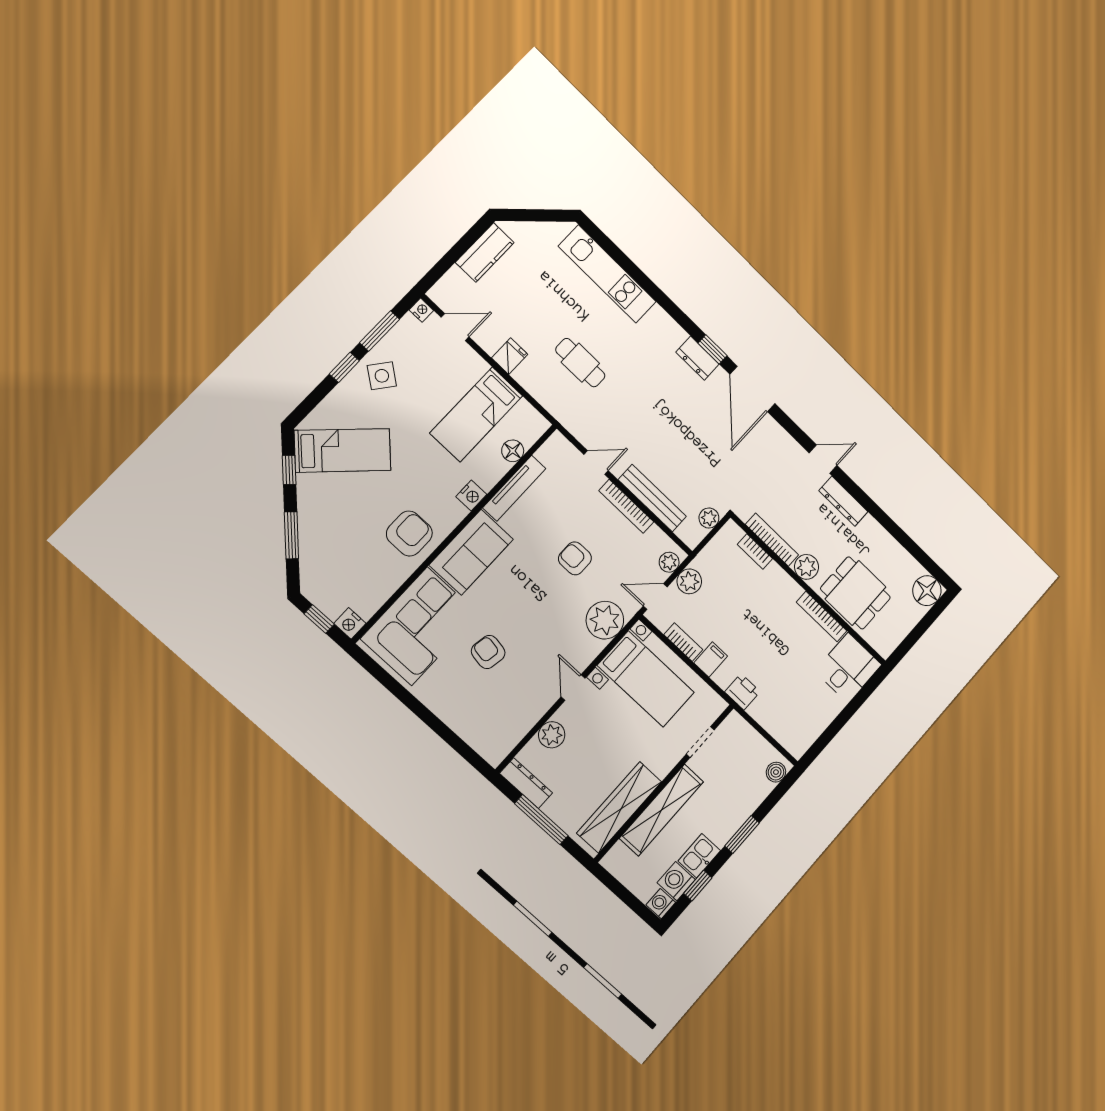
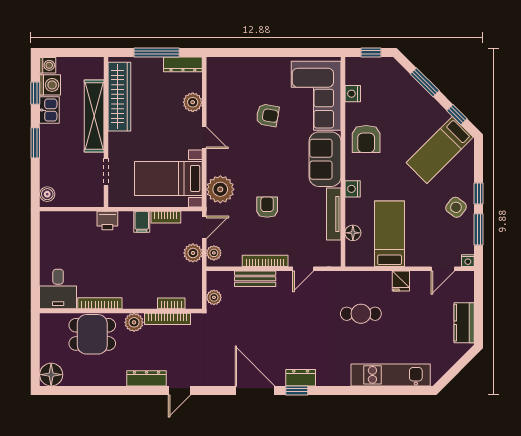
bench: (652, 498) -> (255, 279), width x0.73
armchair: (575, 558) -> (267, 207), turned -90
nightstand: (350, 623) -> (353, 94), moved, turned -90

